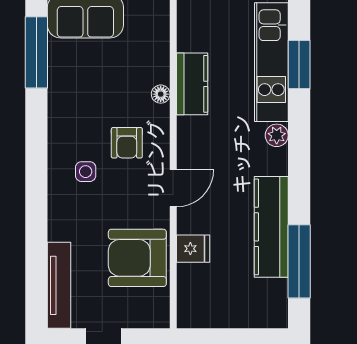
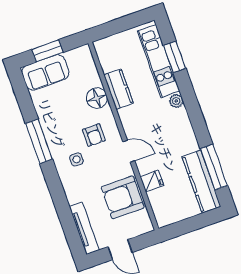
window: (36, 52) -> (39, 141), moved
floor lamp: (161, 94) -> (97, 98), width x1.89, depth x1.89
door: (173, 188) -> (129, 151), hinge flipped
kitchen counter: (271, 227) -> (201, 182), moved

